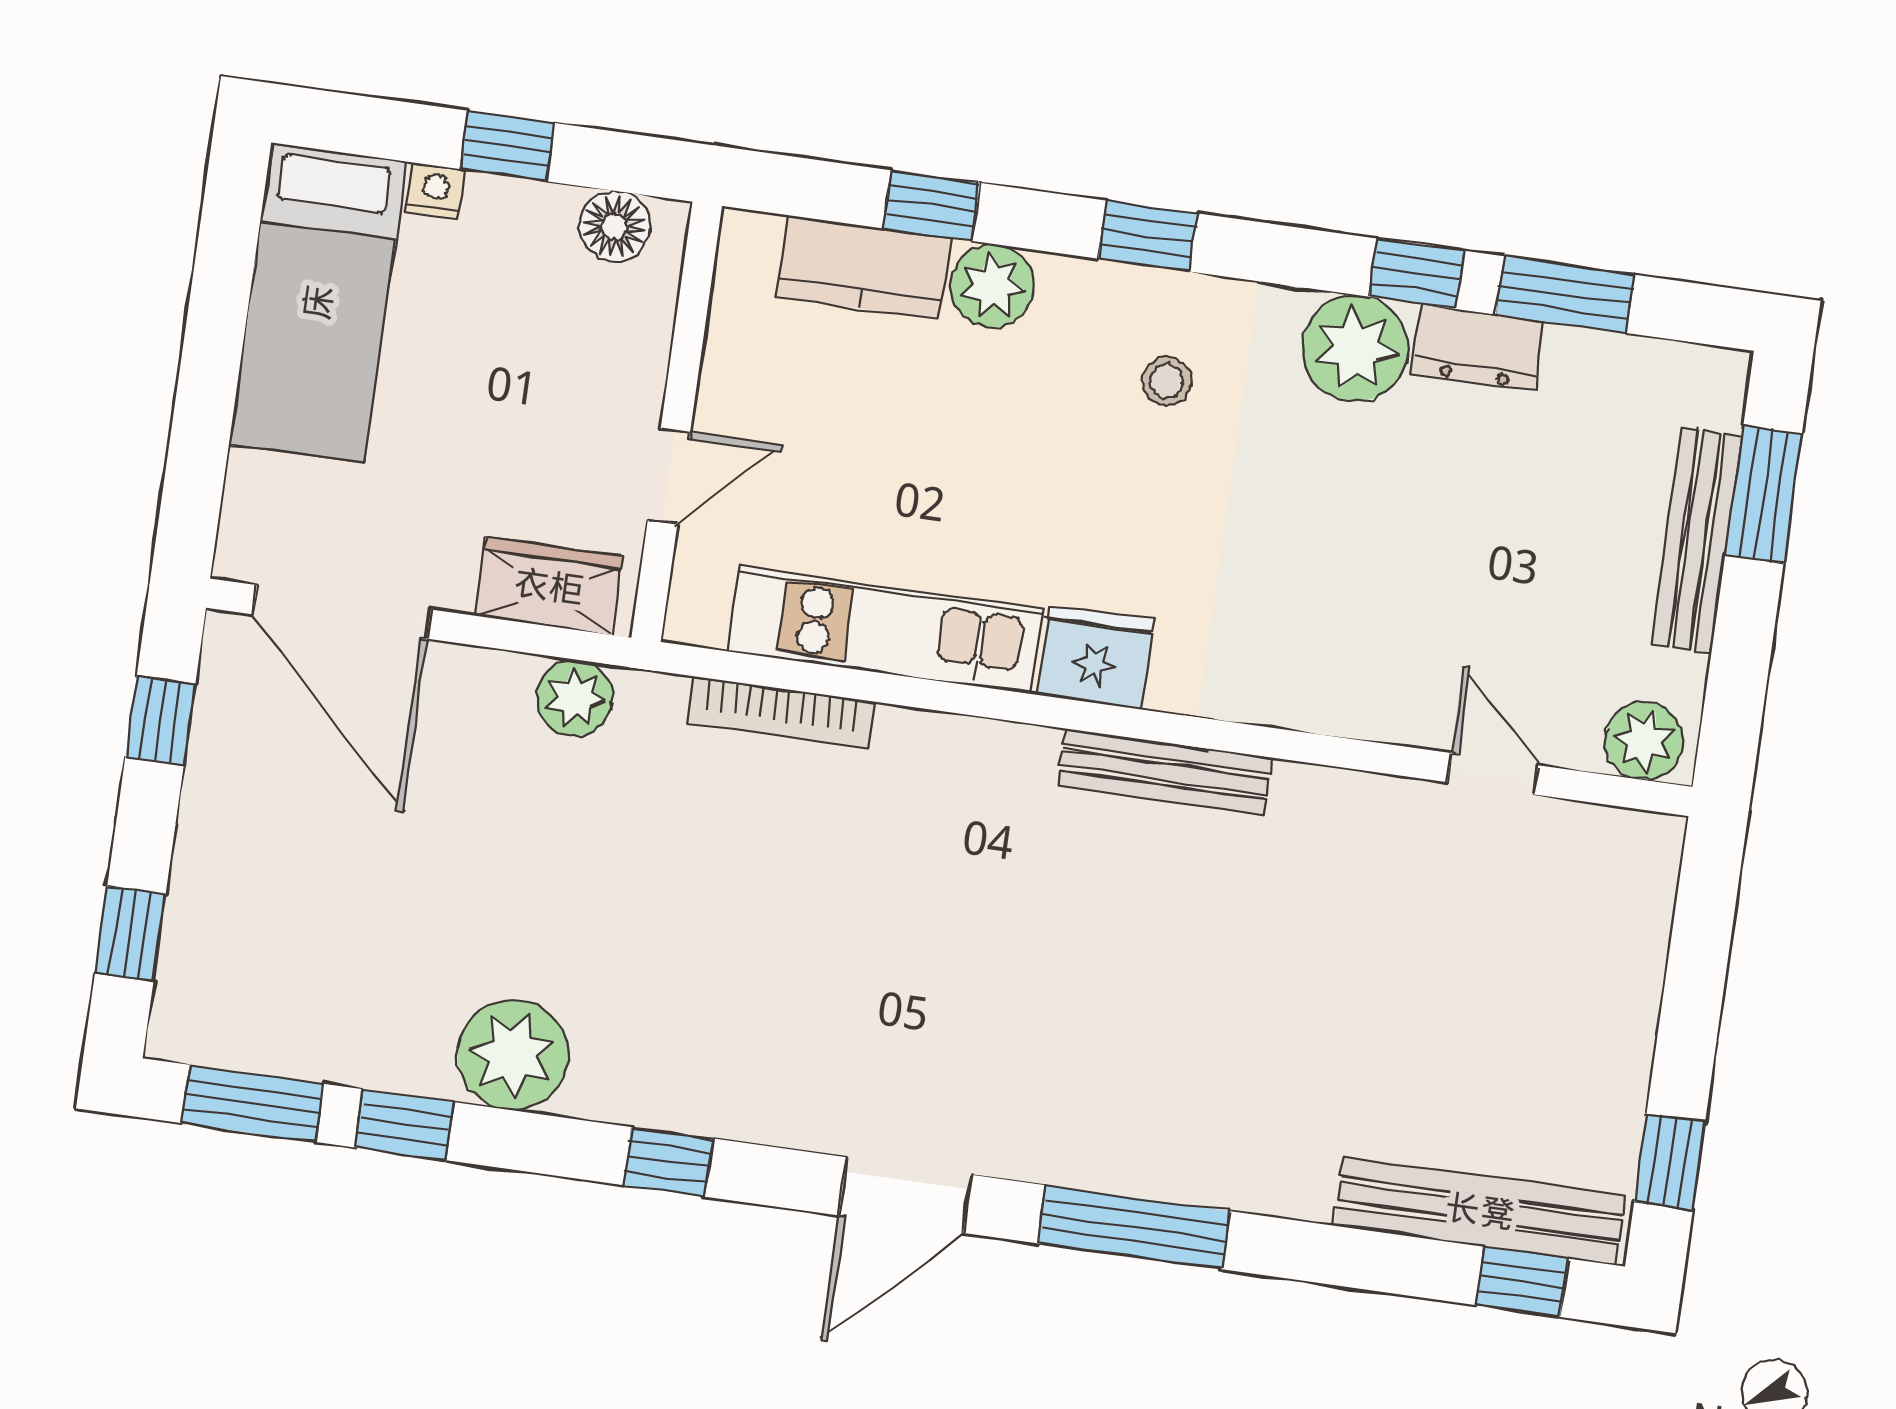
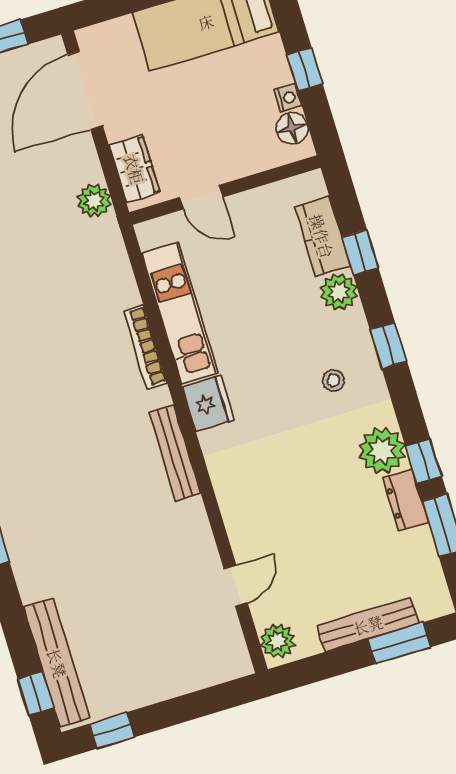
nightstand: (435, 191) -> (288, 98), moved
bookcase: (781, 712) -> (145, 347), moved

